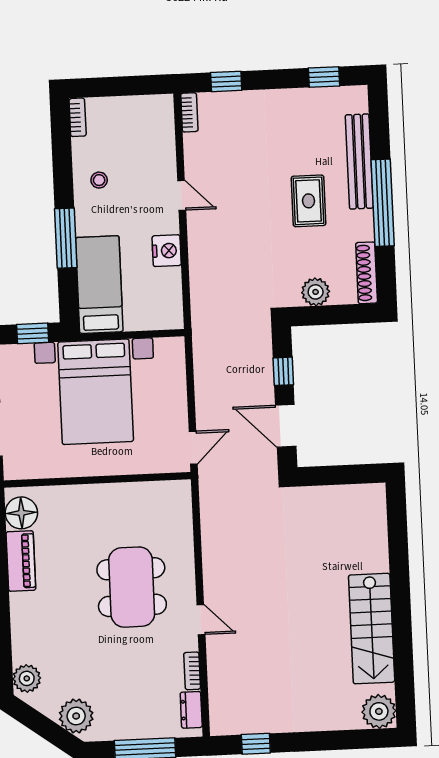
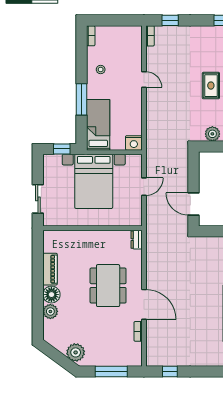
nightstand: (167, 251) -> (134, 143), moved, turned 90
window: (283, 371) -> (193, 175), removed
door: (193, 448) -> (144, 187), moved
floor lamp: (21, 513) -> (51, 295), moved
door: (201, 620) -> (144, 304), width x1.87
plant: (27, 678) -> (50, 311), moved
dresser: (191, 710) -> (137, 240), moved

